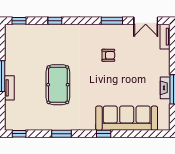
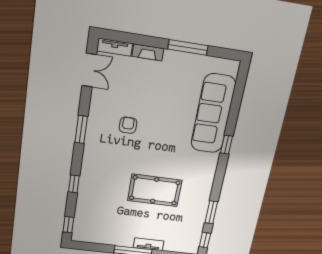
window: (112, 21) -> (81, 129), moved
fireplace: (165, 88) -> (148, 52), moved
window: (62, 134) -> (211, 212), moved

